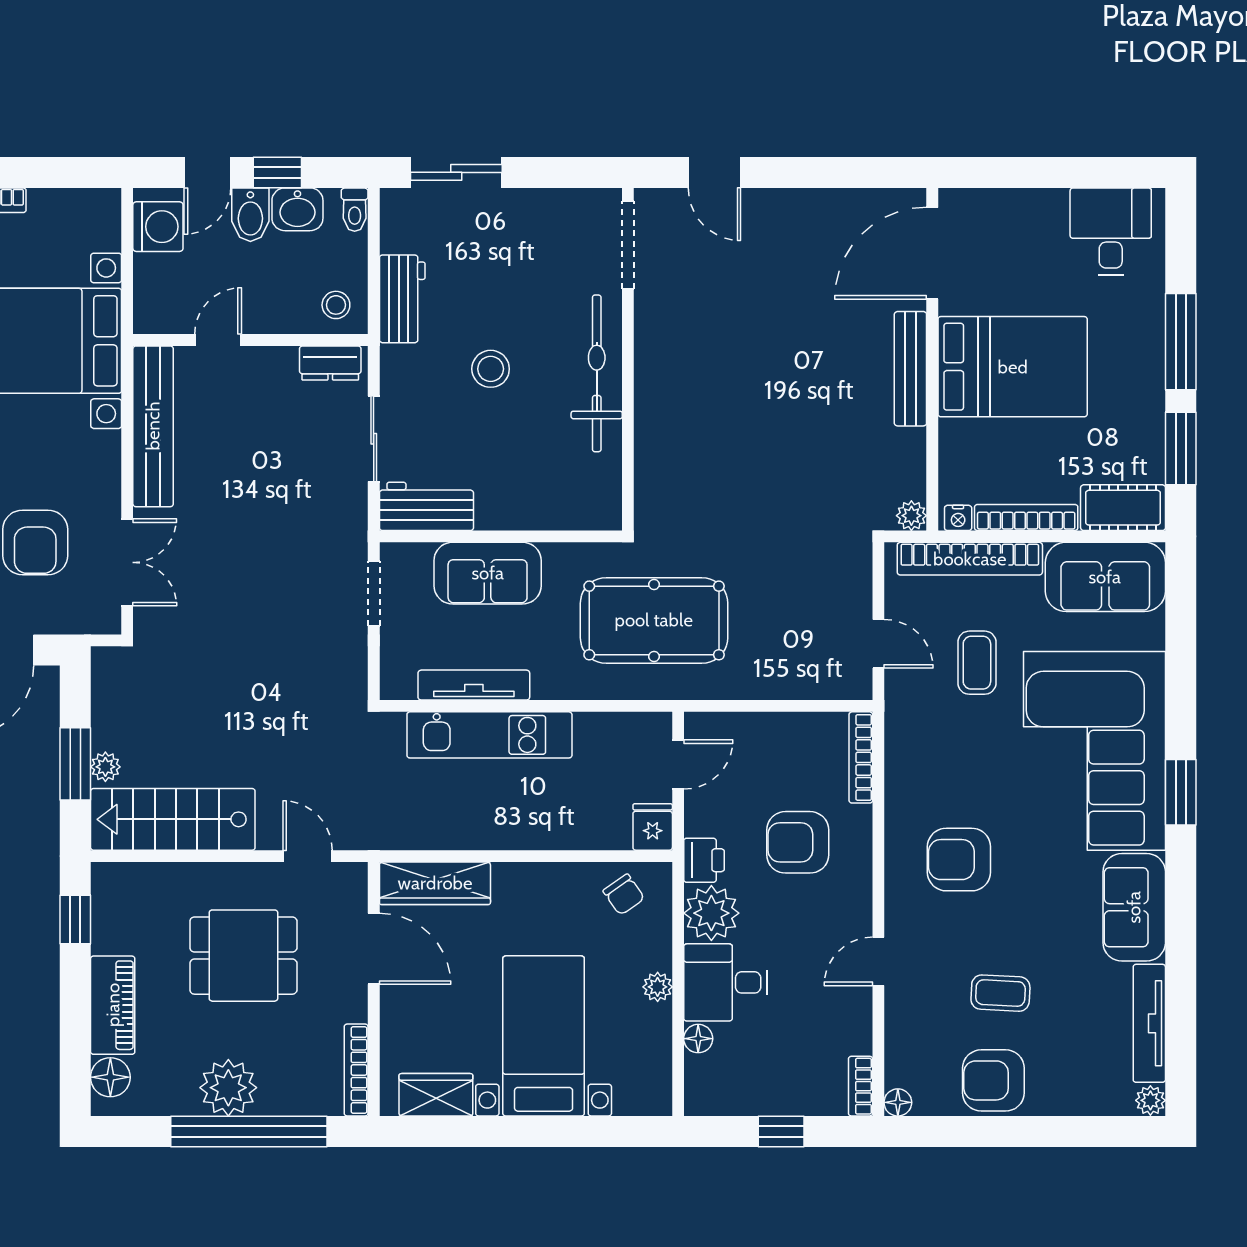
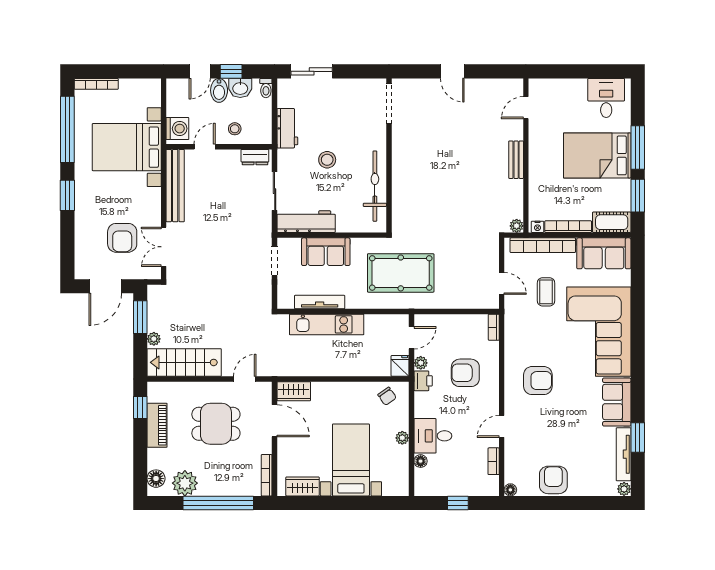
door: (714, 172) -> (452, 71), moved
washing machine: (158, 227) -> (177, 129), moved
door: (932, 253) -> (526, 108), width x0.53
stool: (336, 305) -> (235, 129), moved
bed: (1013, 367) -> (597, 155), moved, turned 180
bench: (910, 369) -> (516, 160), width x0.73
bicycle: (597, 373) -> (375, 186), moved
workbench: (426, 506) -> (306, 222), width x1.38
double door: (127, 562) -> (164, 247), swing flipped
bookcase: (861, 757) -> (494, 327), width x0.64
window: (75, 764) -> (140, 317), moved
window: (1181, 792) -> (638, 438), moved
door: (308, 856) -> (245, 379), hinge flipped
armchair: (959, 860) -> (538, 381), turned 180
wardrobe: (435, 883) -> (294, 391), width x0.67
plant: (711, 913) -> (421, 363), moved, width x0.53, depth x0.53
coffee table: (1000, 993) -> (557, 441), removed
piano: (113, 1005) -> (157, 425), moved
armchair: (993, 1080) -> (553, 480), turned 90
bookcase: (861, 1086) -> (494, 461), moved
plant: (228, 1088) -> (185, 483), moved

